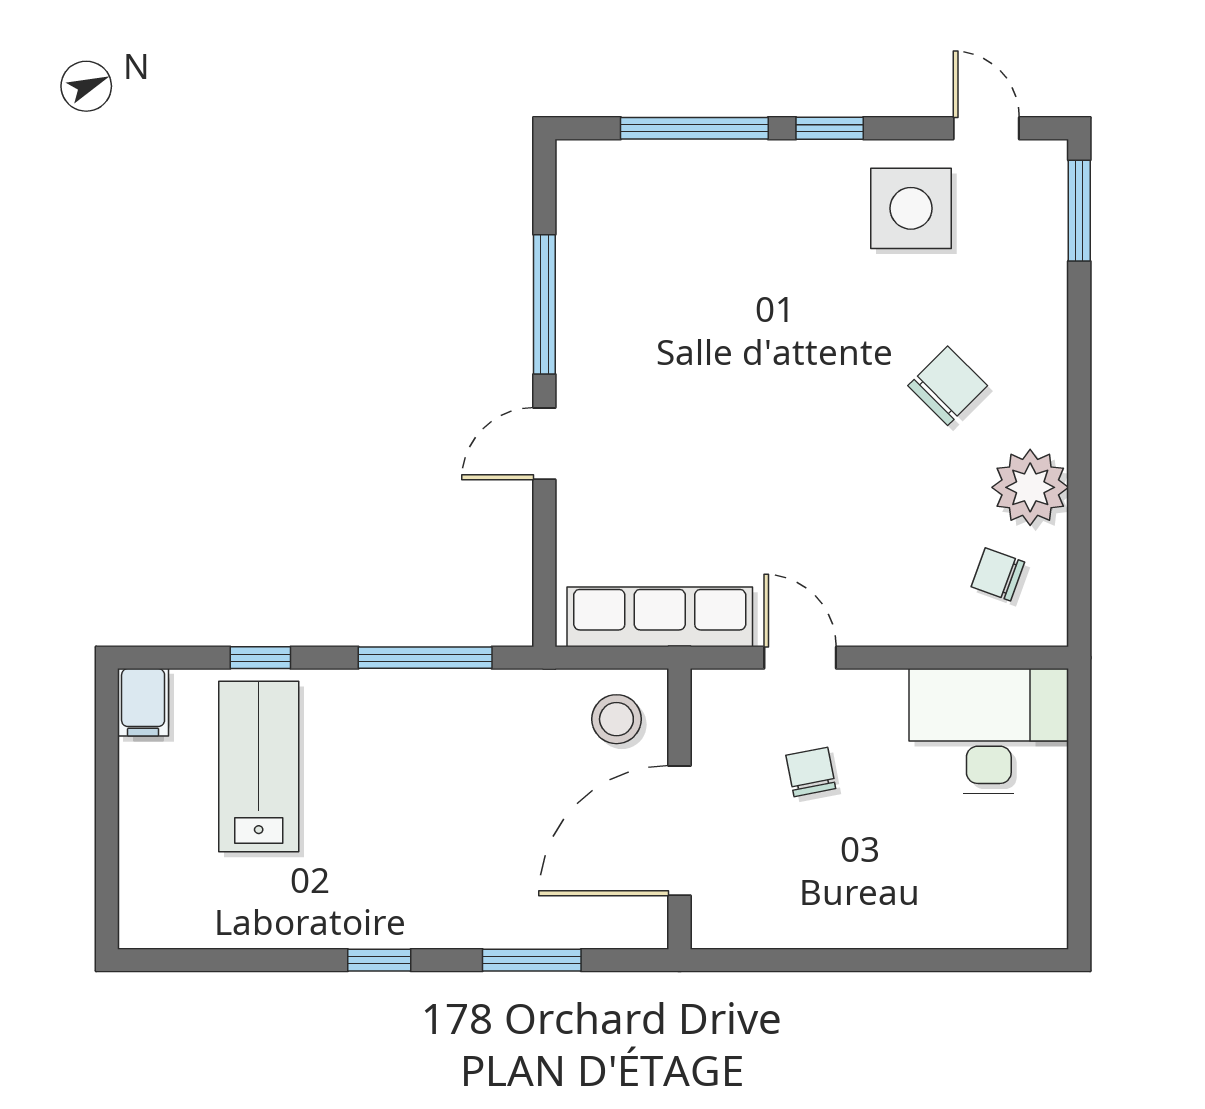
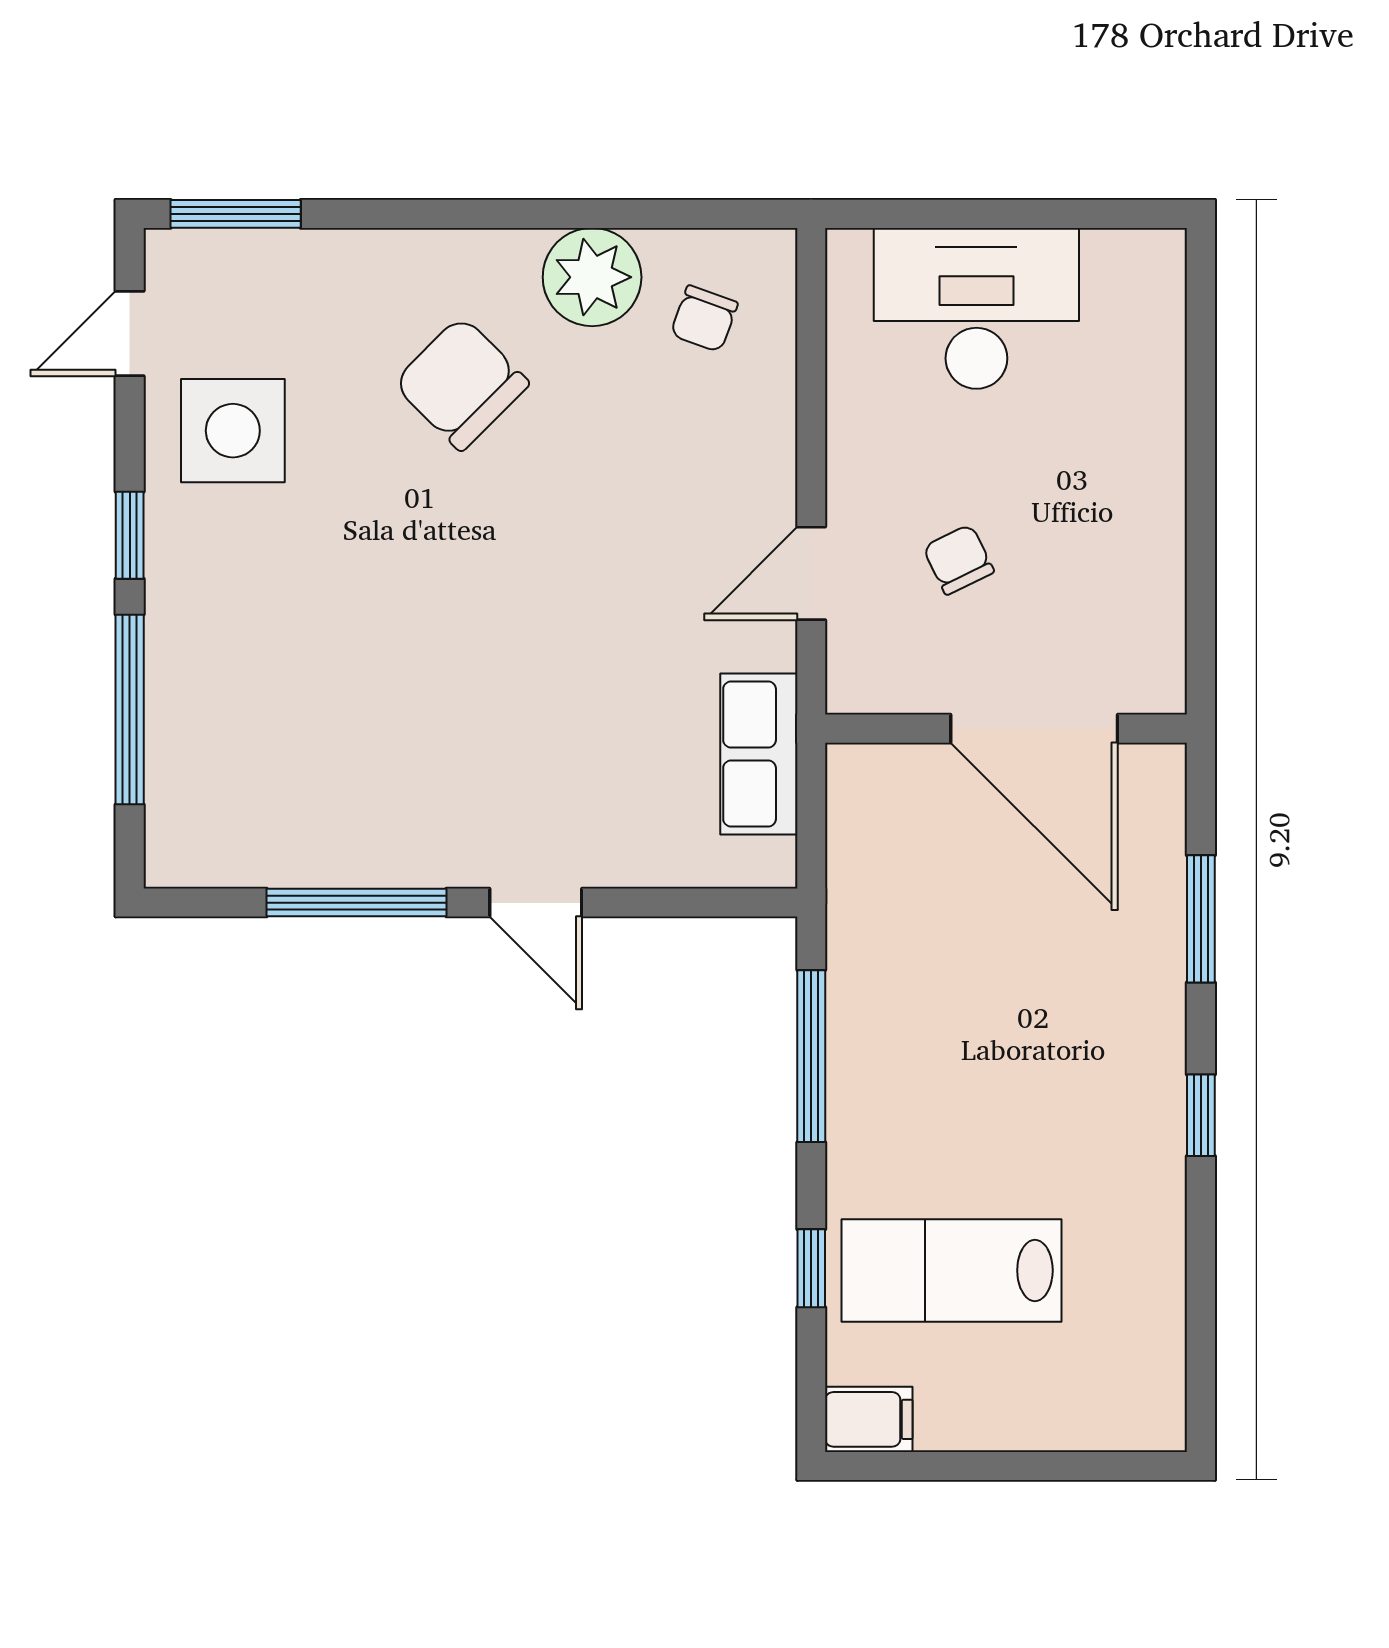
chair: (948, 386) -> (461, 383), width x1.37, depth x1.37
row of seats: (660, 617) -> (759, 754), width x0.68
stool: (616, 719) -> (891, 810), removed
desk: (989, 731) -> (976, 308), moved, turned 90
chair: (811, 772) -> (958, 559), turned 75

